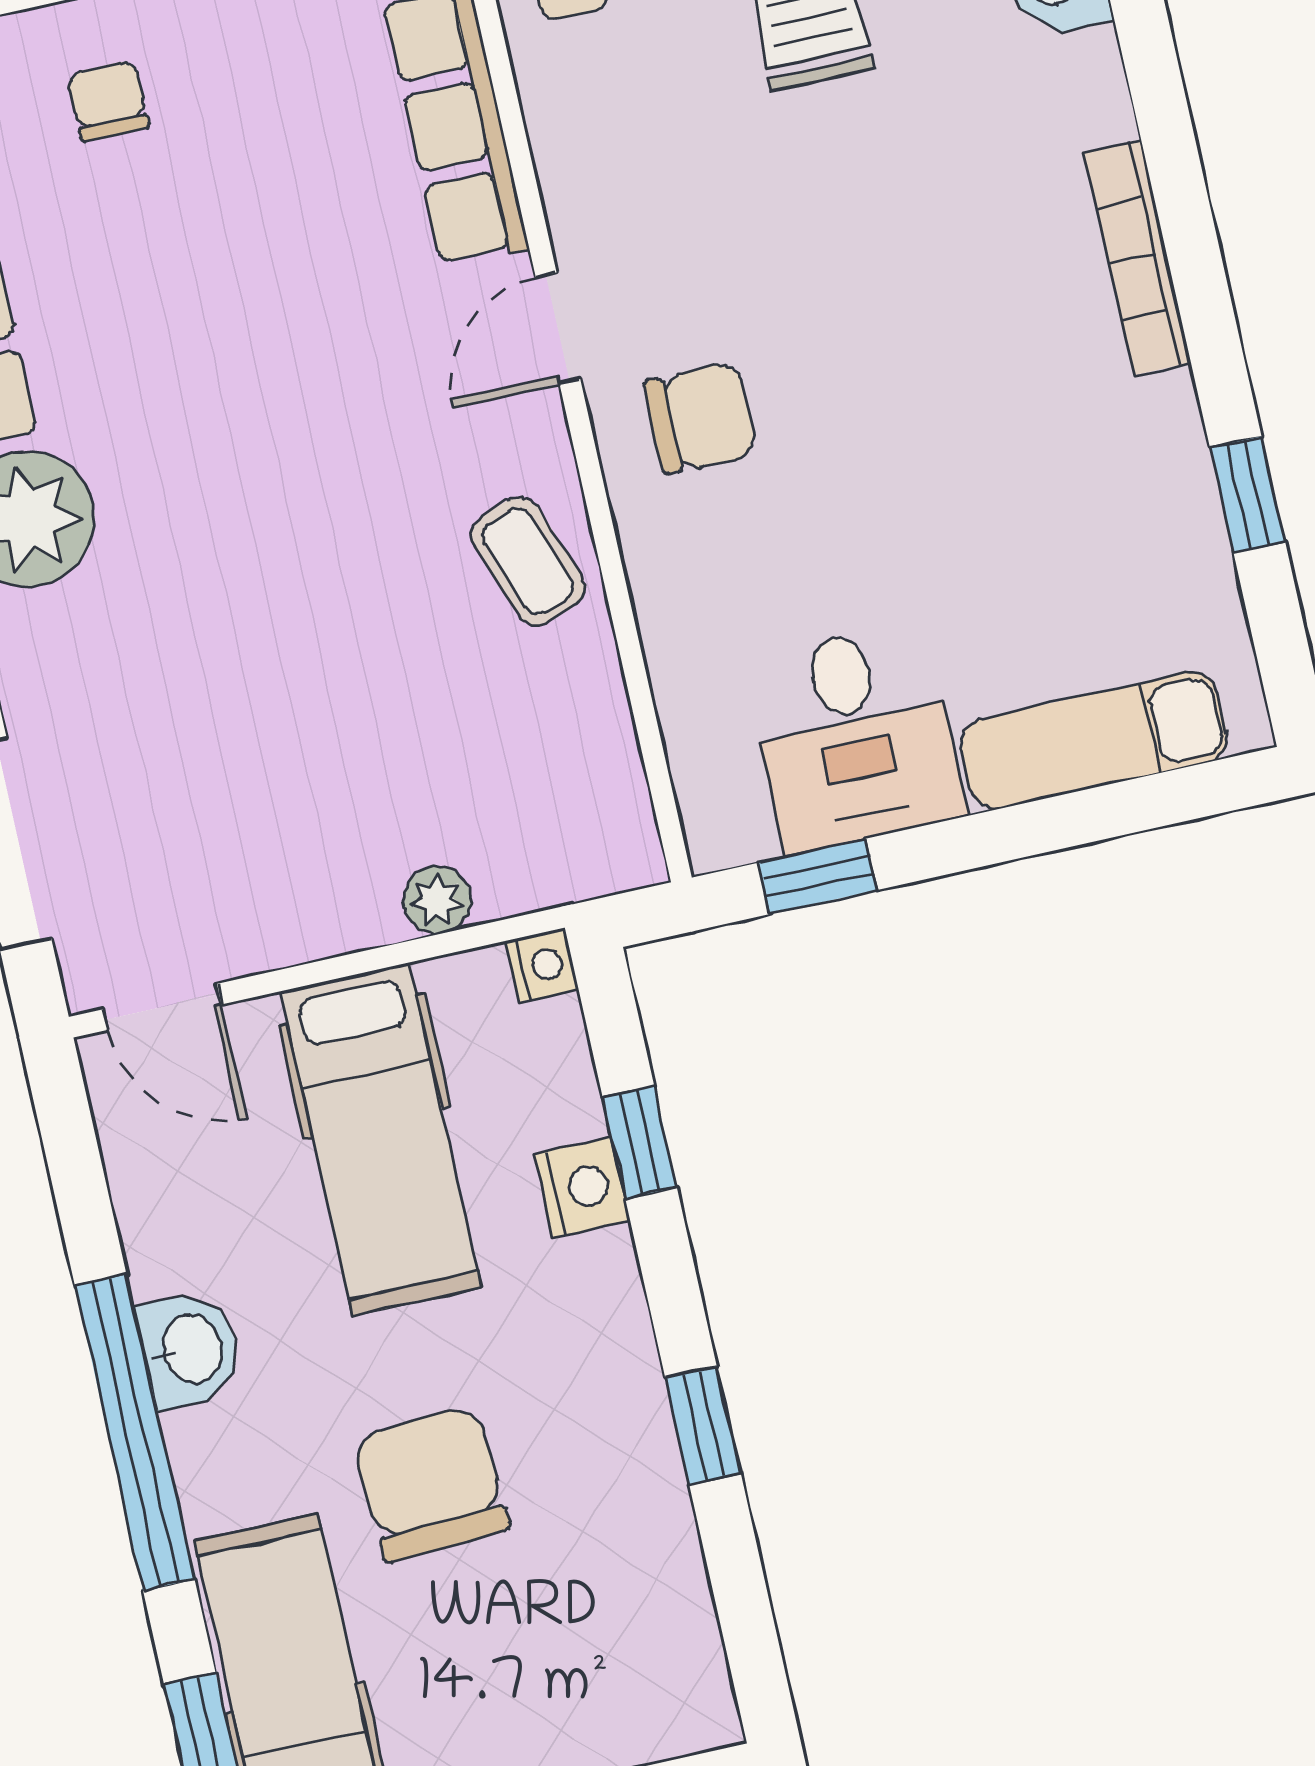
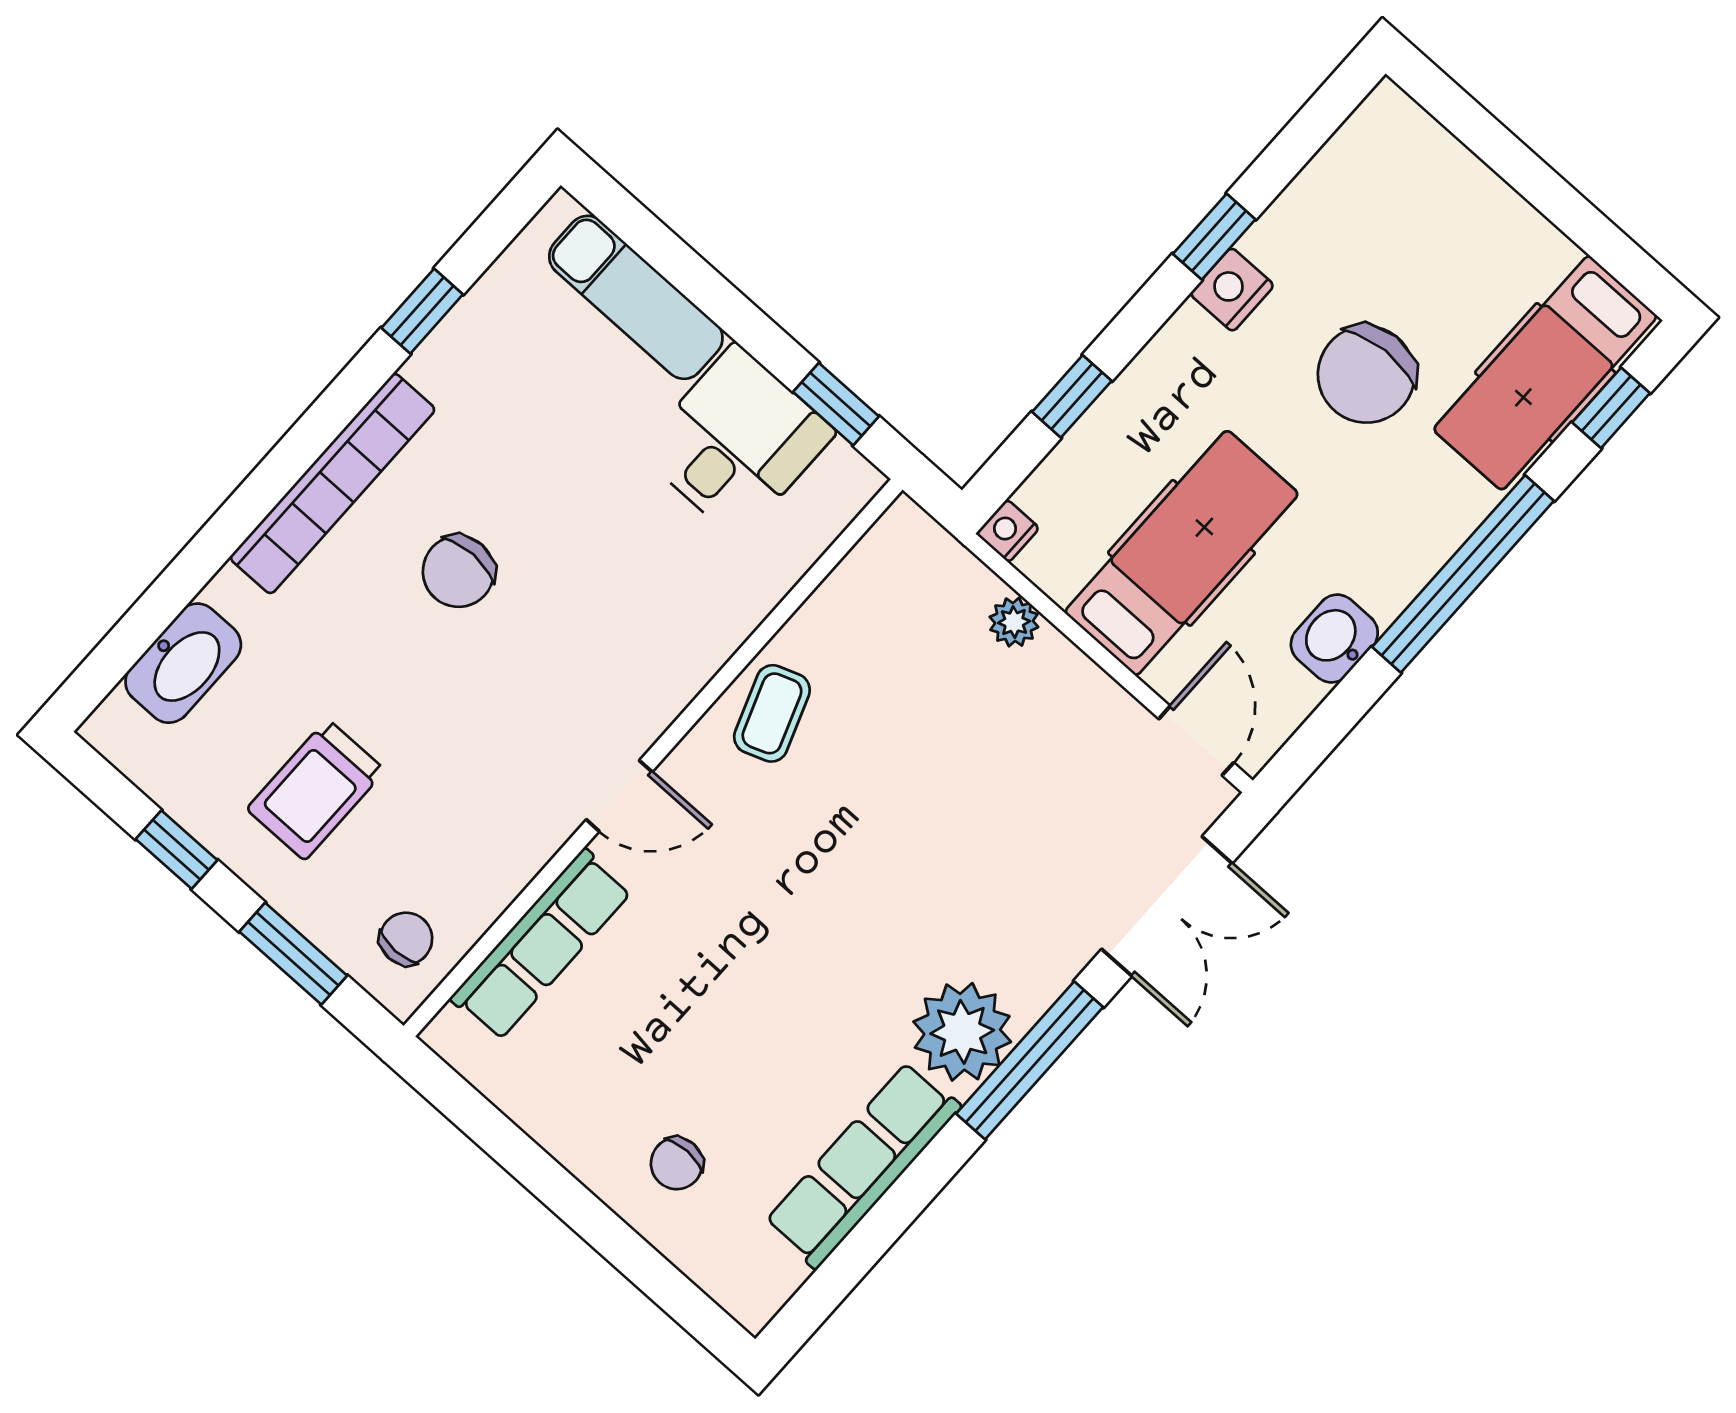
bookcase: (1138, 257) -> (332, 484), width x1.48, depth x1.31
chair: (700, 418) -> (458, 571), moved, turned -90
nightstand: (582, 1188) -> (1232, 290), moved
washbasin: (190, 1349) -> (1334, 638), moved

